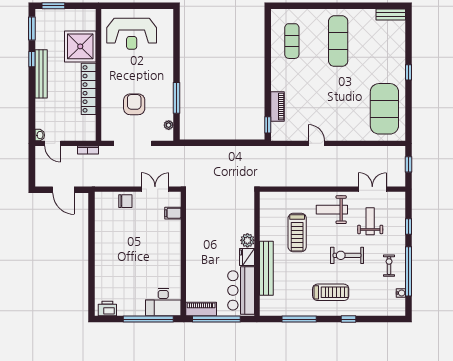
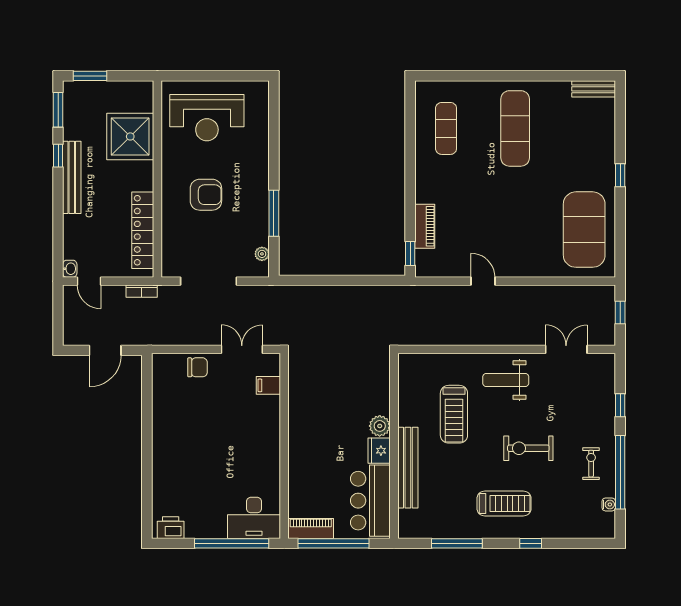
locker: (89, 89) -> (143, 230), moved
armchair: (134, 104) -> (206, 195), moved, turned 90
door: (63, 190) -> (105, 350), hinge flipped
weight bench: (370, 221) -> (563, 397), removed

